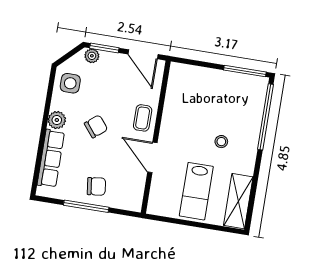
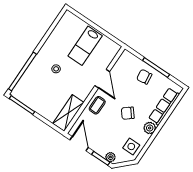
lab bench: (196, 191) -> (85, 46), turned 180
shelving: (238, 201) -> (68, 113), moved

